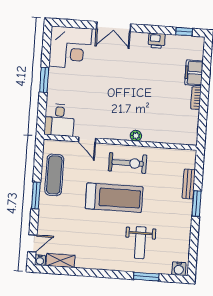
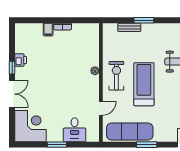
window: (184, 32) -> (12, 68), moved
filing cabinet: (194, 73) -> (48, 29), width x0.50
desk: (59, 120) -> (75, 130), moved, turned 90
exercise mat: (54, 175) -> (130, 132), width x1.36, depth x1.45

